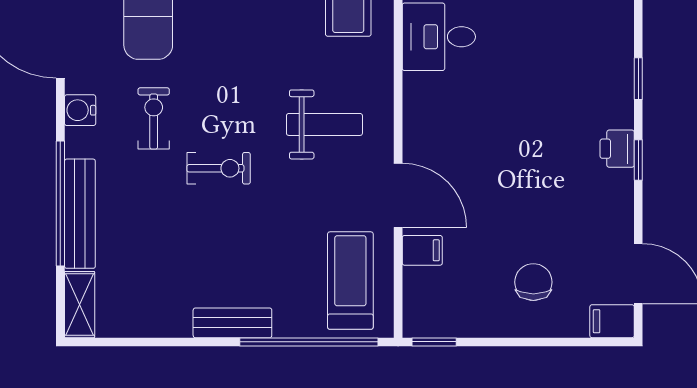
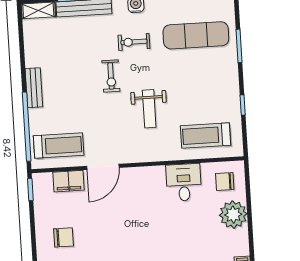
exercise bike: (154, 118) -> (134, 42), turned 180
weight bench: (324, 124) -> (149, 109), moved
filing cabinet: (422, 250) -> (69, 181), width x2.00

